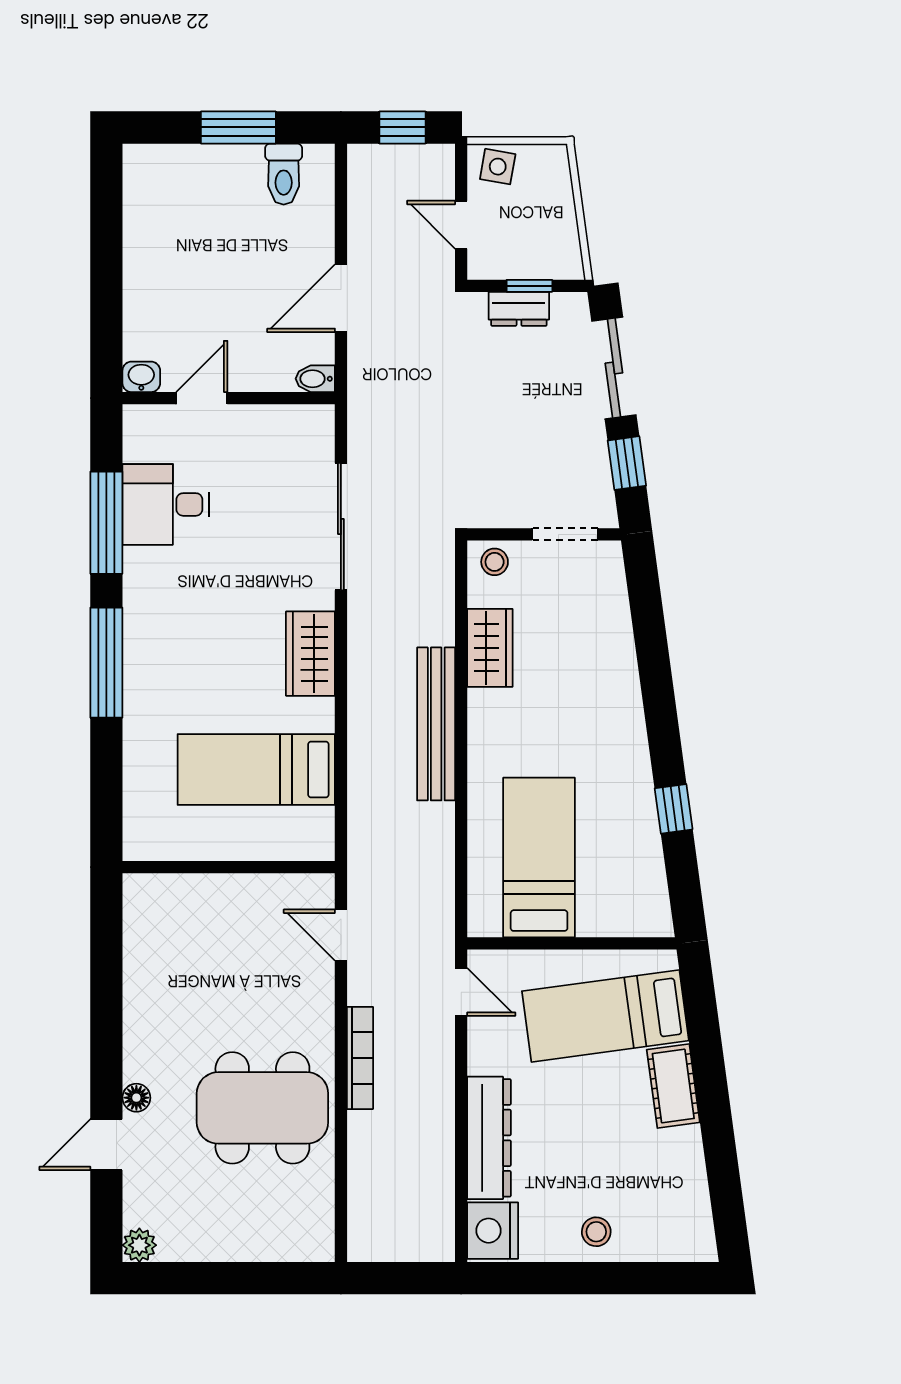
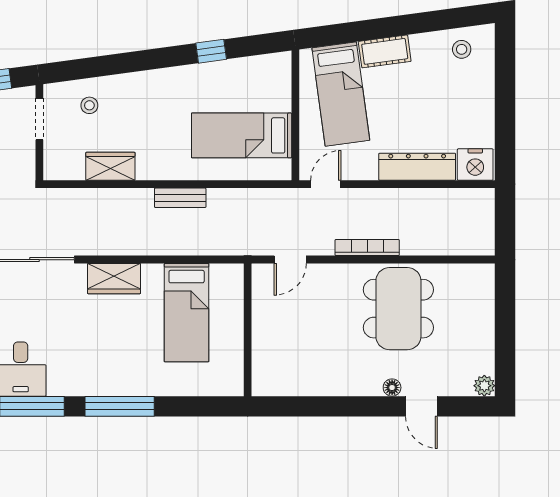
stool: (495, 562) -> (89, 105), moved
bench: (436, 724) -> (180, 198), width x0.54, depth x0.82
stool: (596, 1232) -> (462, 49), moved

